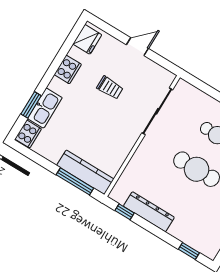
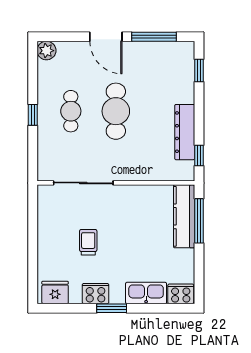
door: (137, 47) -> (33, 240), removed
window: (31, 105) -> (112, 308), moved

